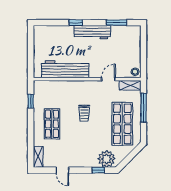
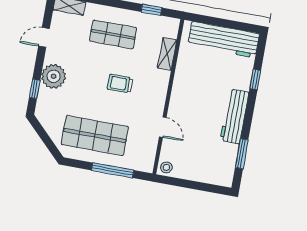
window: (76, 23) -> (255, 80), moved
workbench: (65, 69) -> (224, 40), moved, turned 90
shelving: (130, 85) -> (167, 54), moved
plant: (107, 159) -> (54, 76), moved

